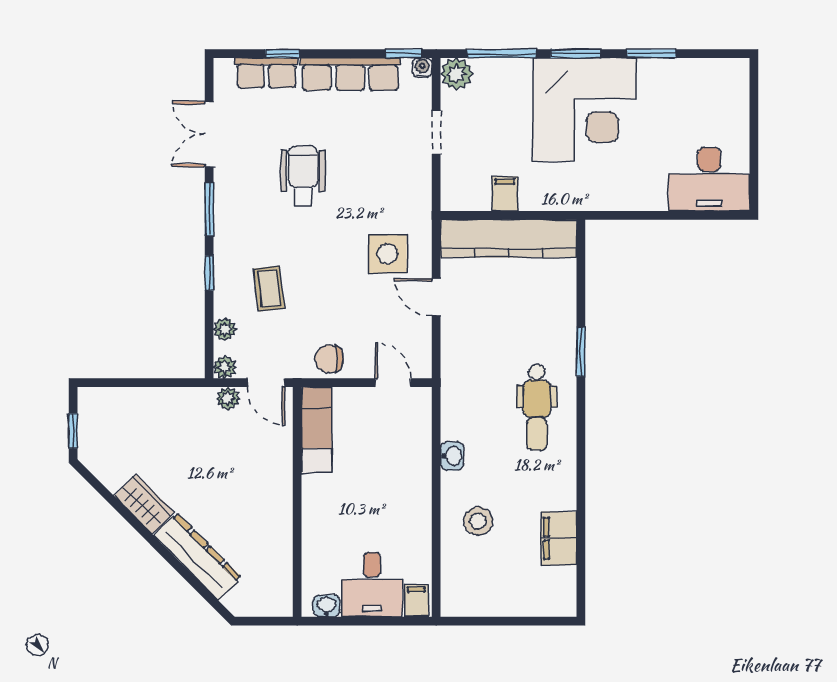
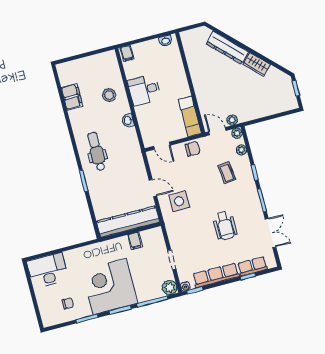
chair: (684, 97) -> (68, 303), added
desk: (372, 585) -> (144, 90), moved, turned -90

